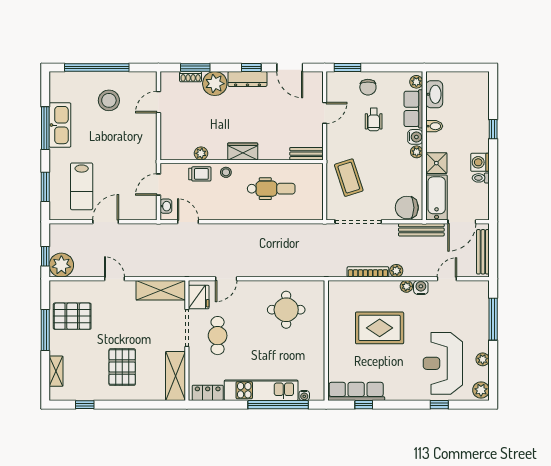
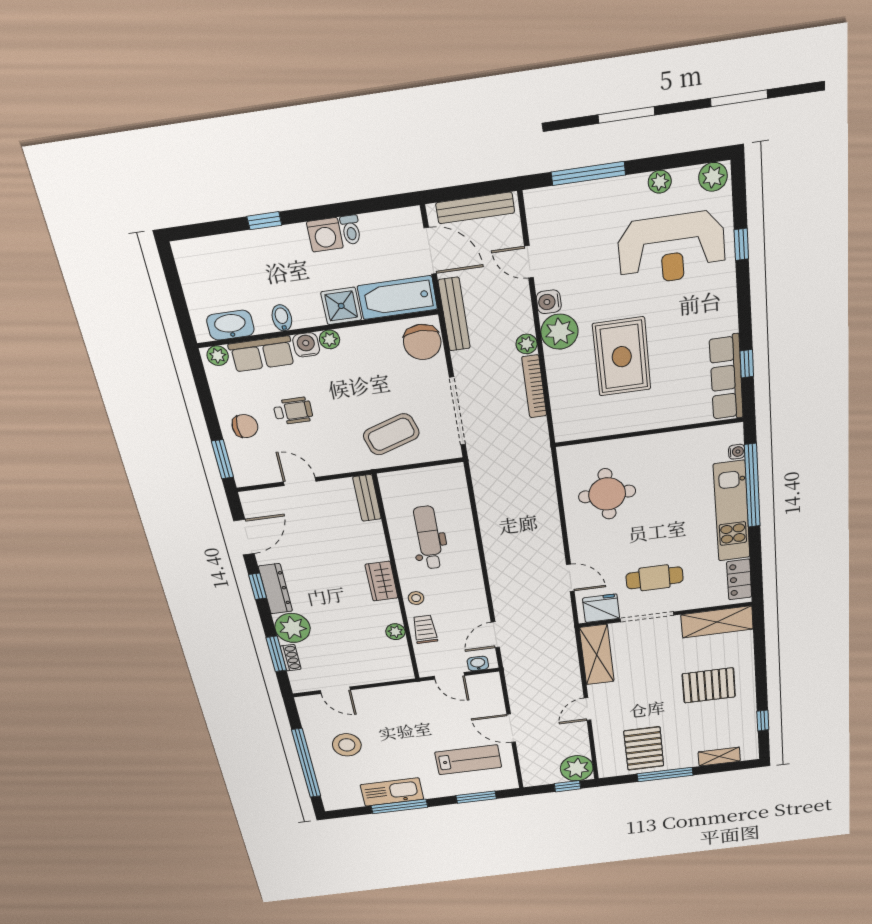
plant: (406, 286) -> (559, 332), width x1.88, depth x1.88

